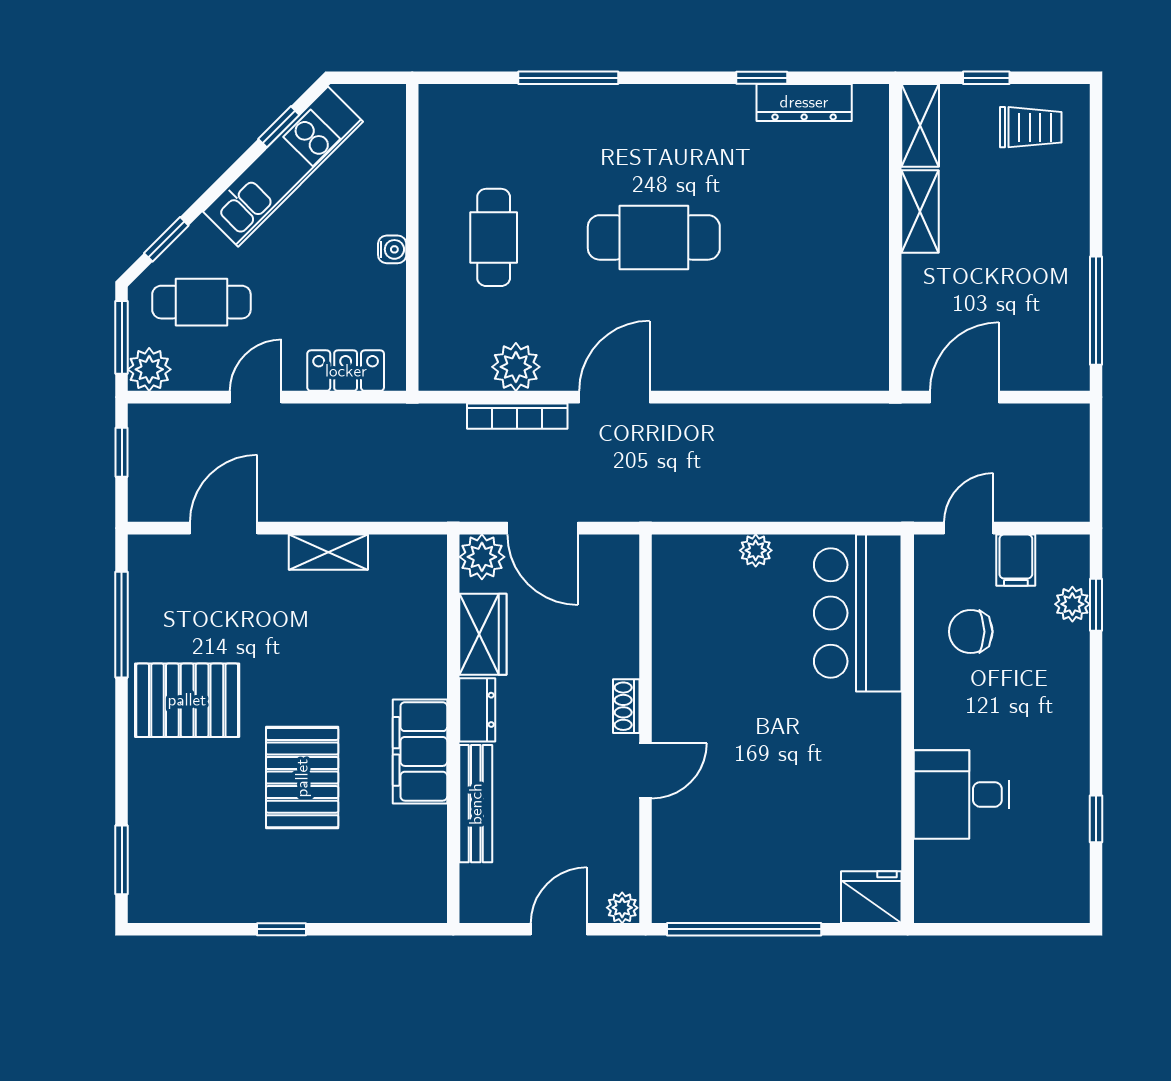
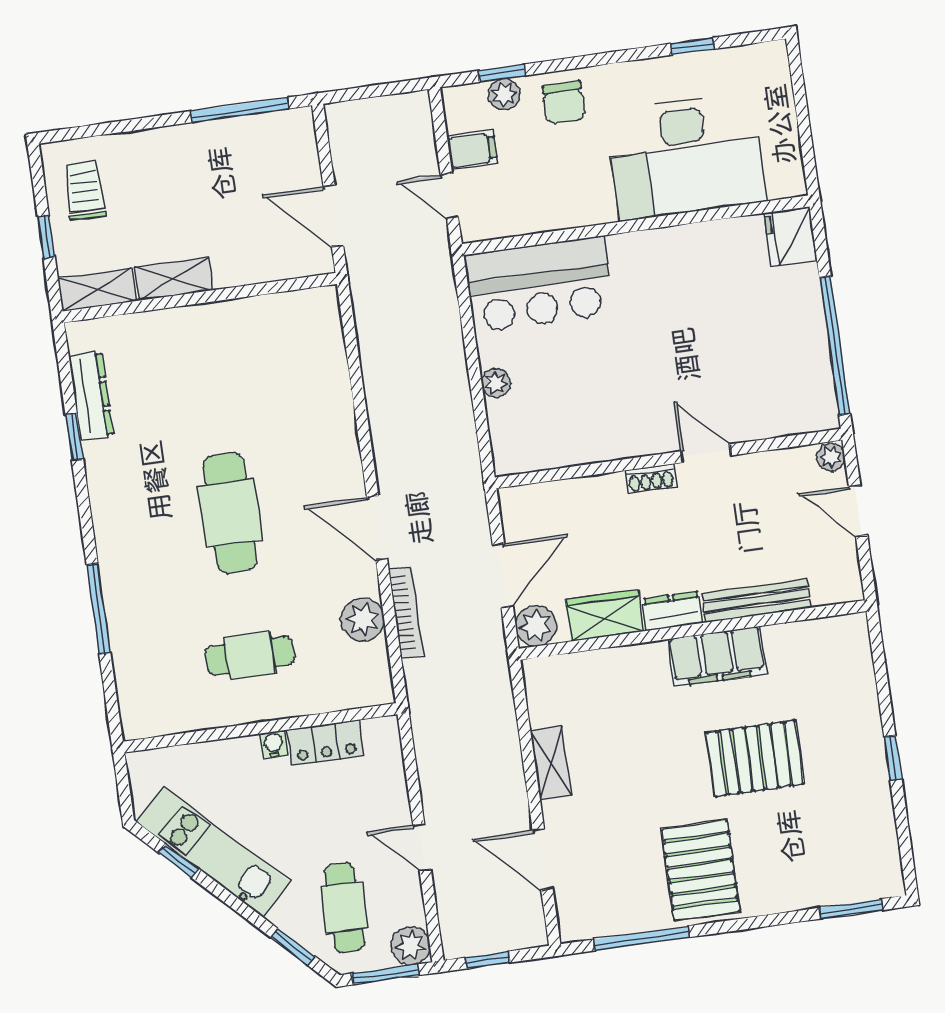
locker: (346, 371) -> (325, 743), moved, turned -90
chair: (971, 632) -> (564, 103), moved
desk: (962, 794) -> (686, 156), width x1.87, depth x1.30

